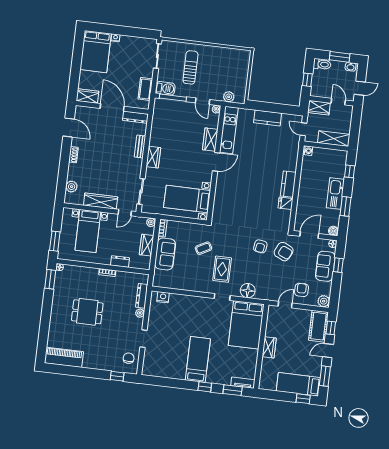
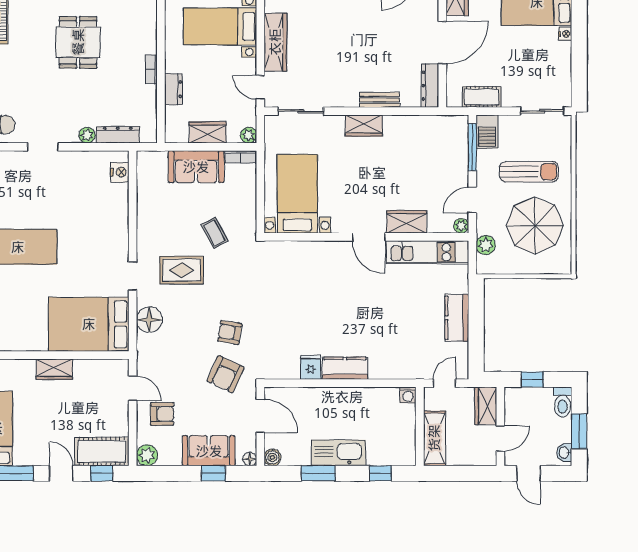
parasol: (221, 68) -> (535, 225), added

